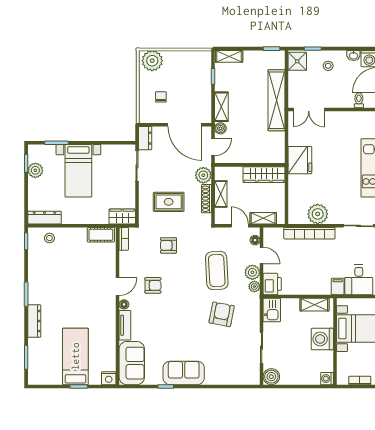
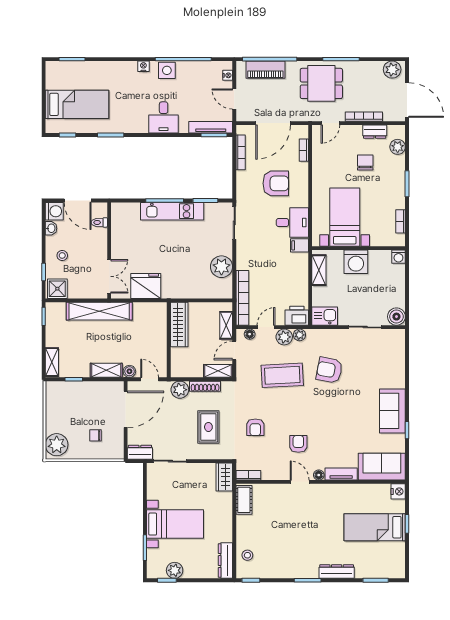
fridge: (300, 160) -> (146, 286), moved
shelving: (221, 194) -> (218, 371), moved
bookcase: (309, 233) -> (242, 298), moved

